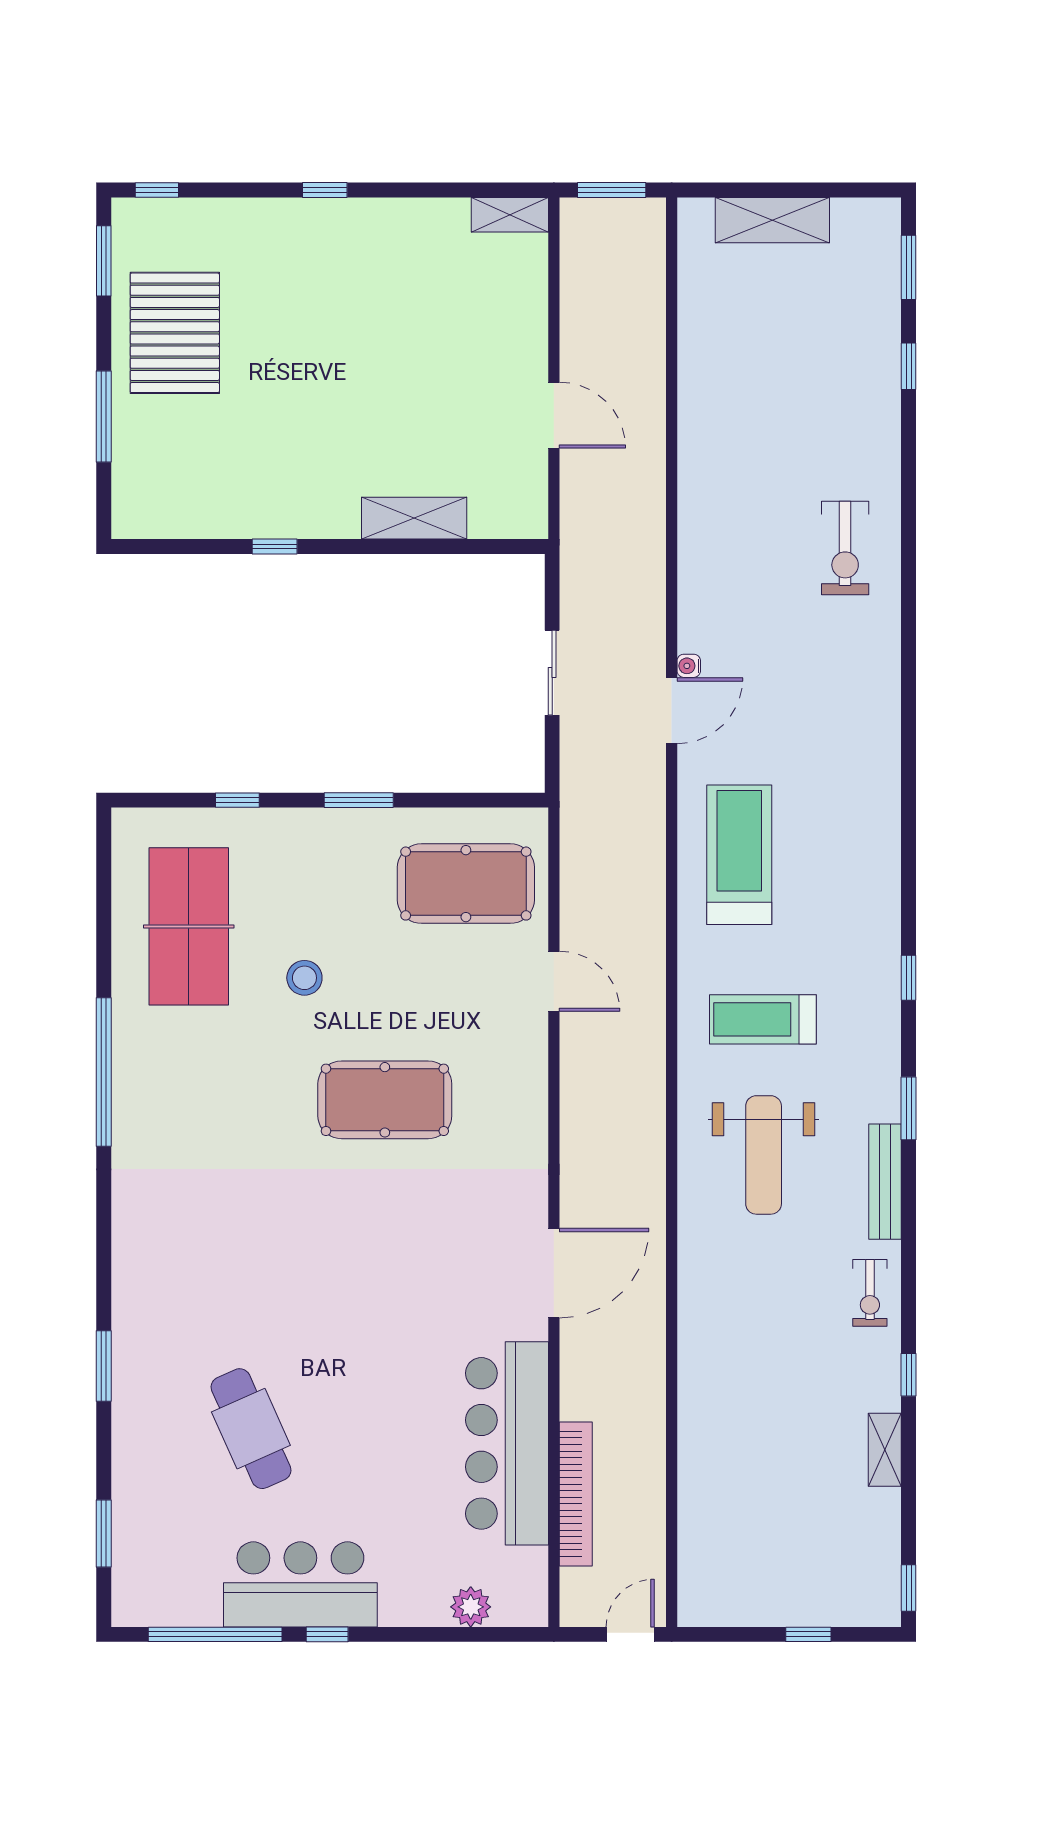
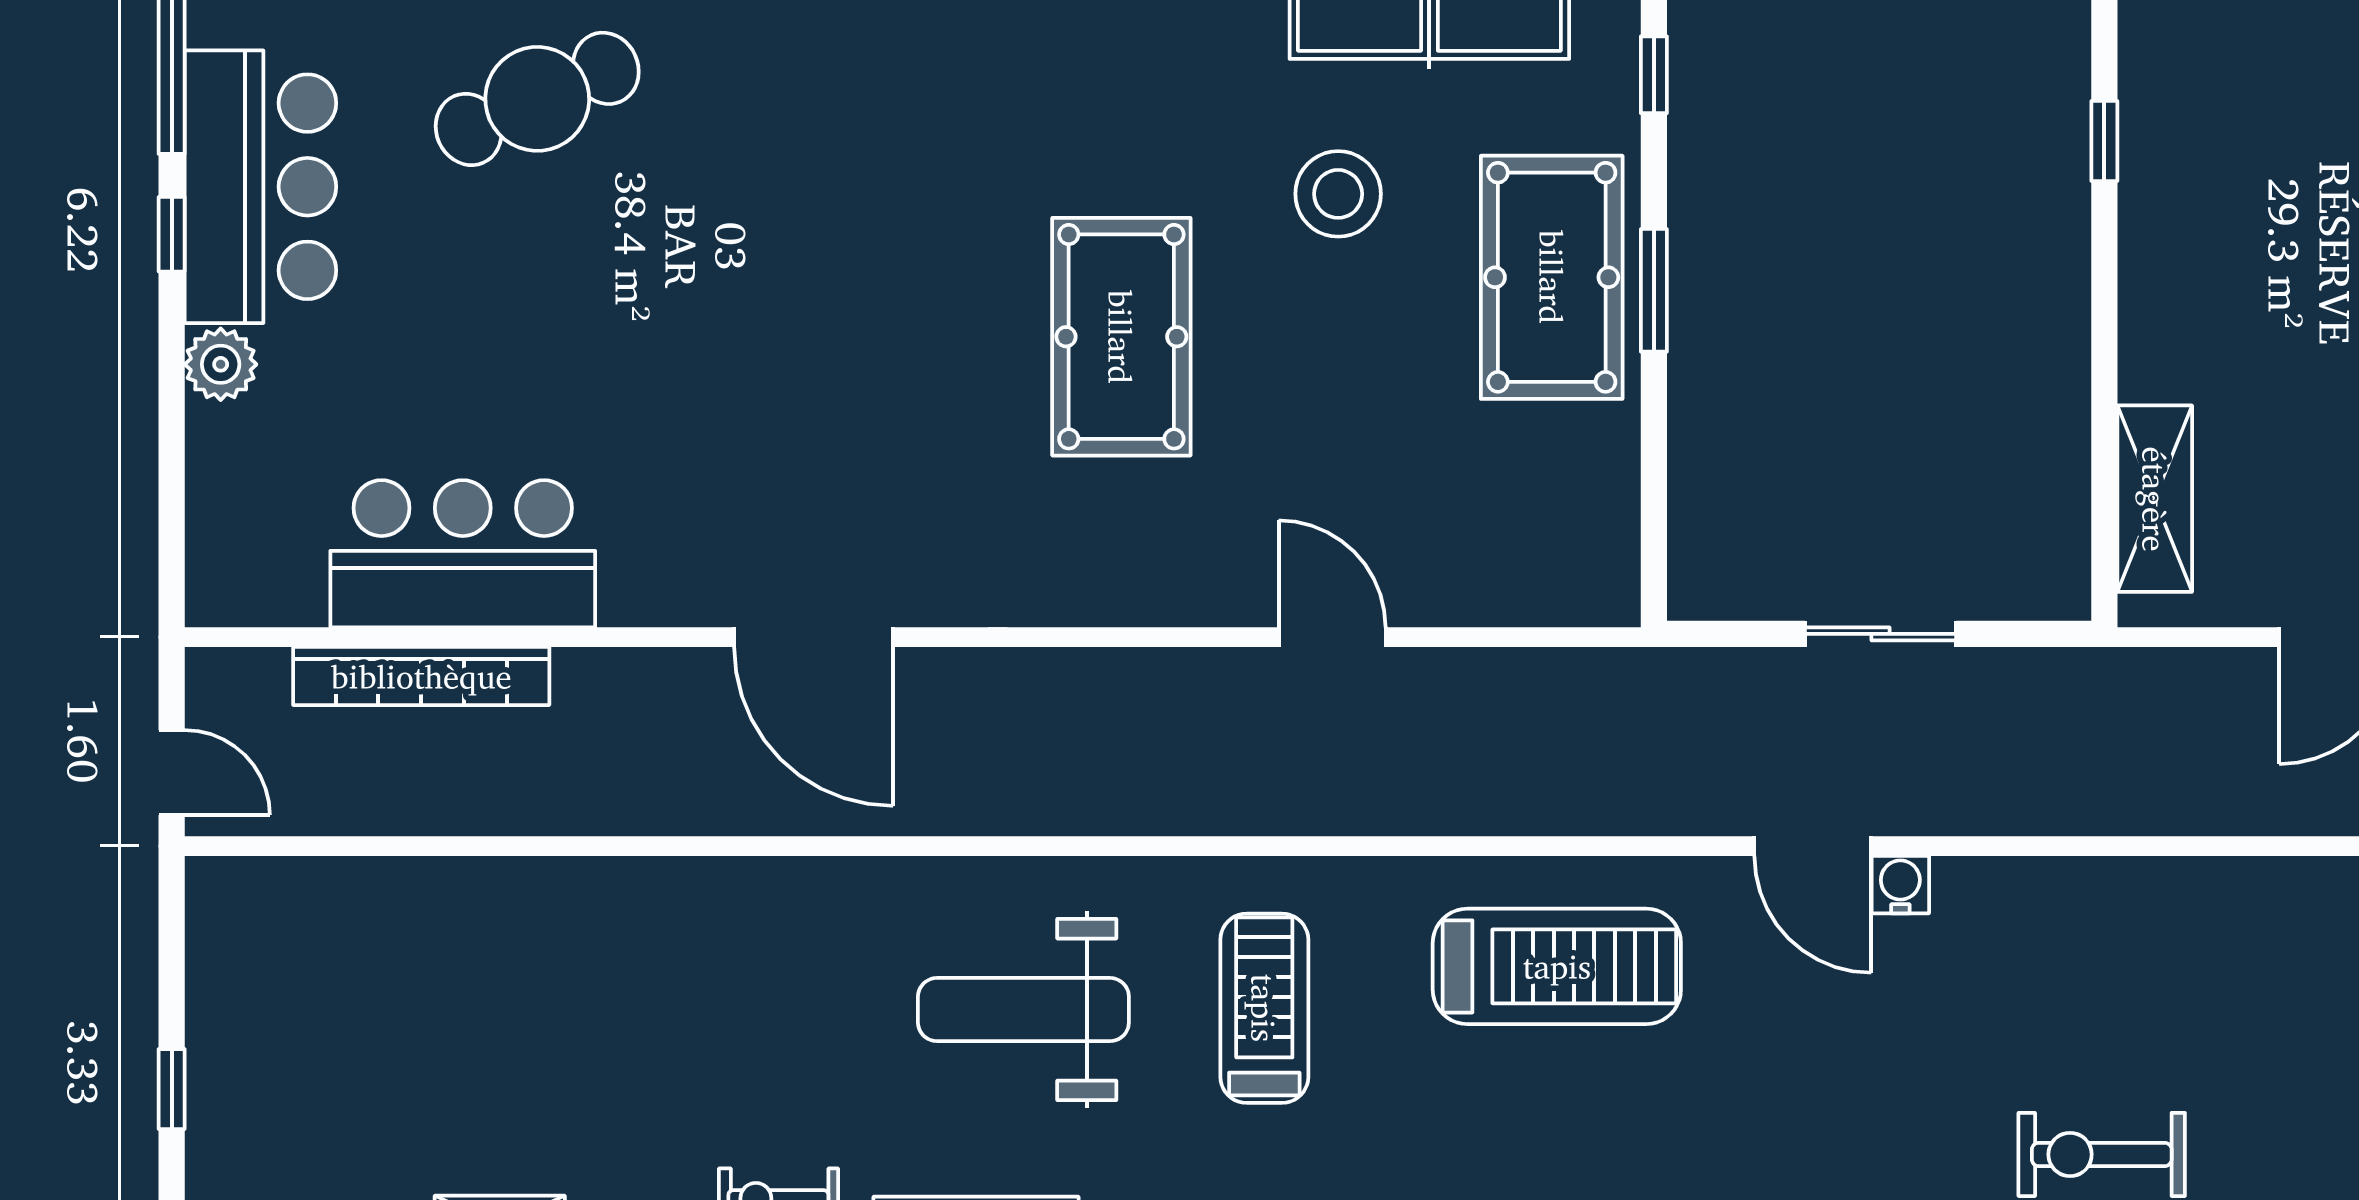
shelving: (414, 518) -> (2155, 499), moved
water cooler: (689, 666) -> (1900, 885), width x1.38, depth x1.38
pool table: (466, 884) -> (1552, 277), moved
stool: (304, 978) -> (1338, 194), width x1.38, depth x1.38
door: (554, 981) -> (1332, 637), swing flipped
bar counter: (507, 1443) -> (463, 554), width x0.73
plant: (471, 1607) -> (221, 364), moved

